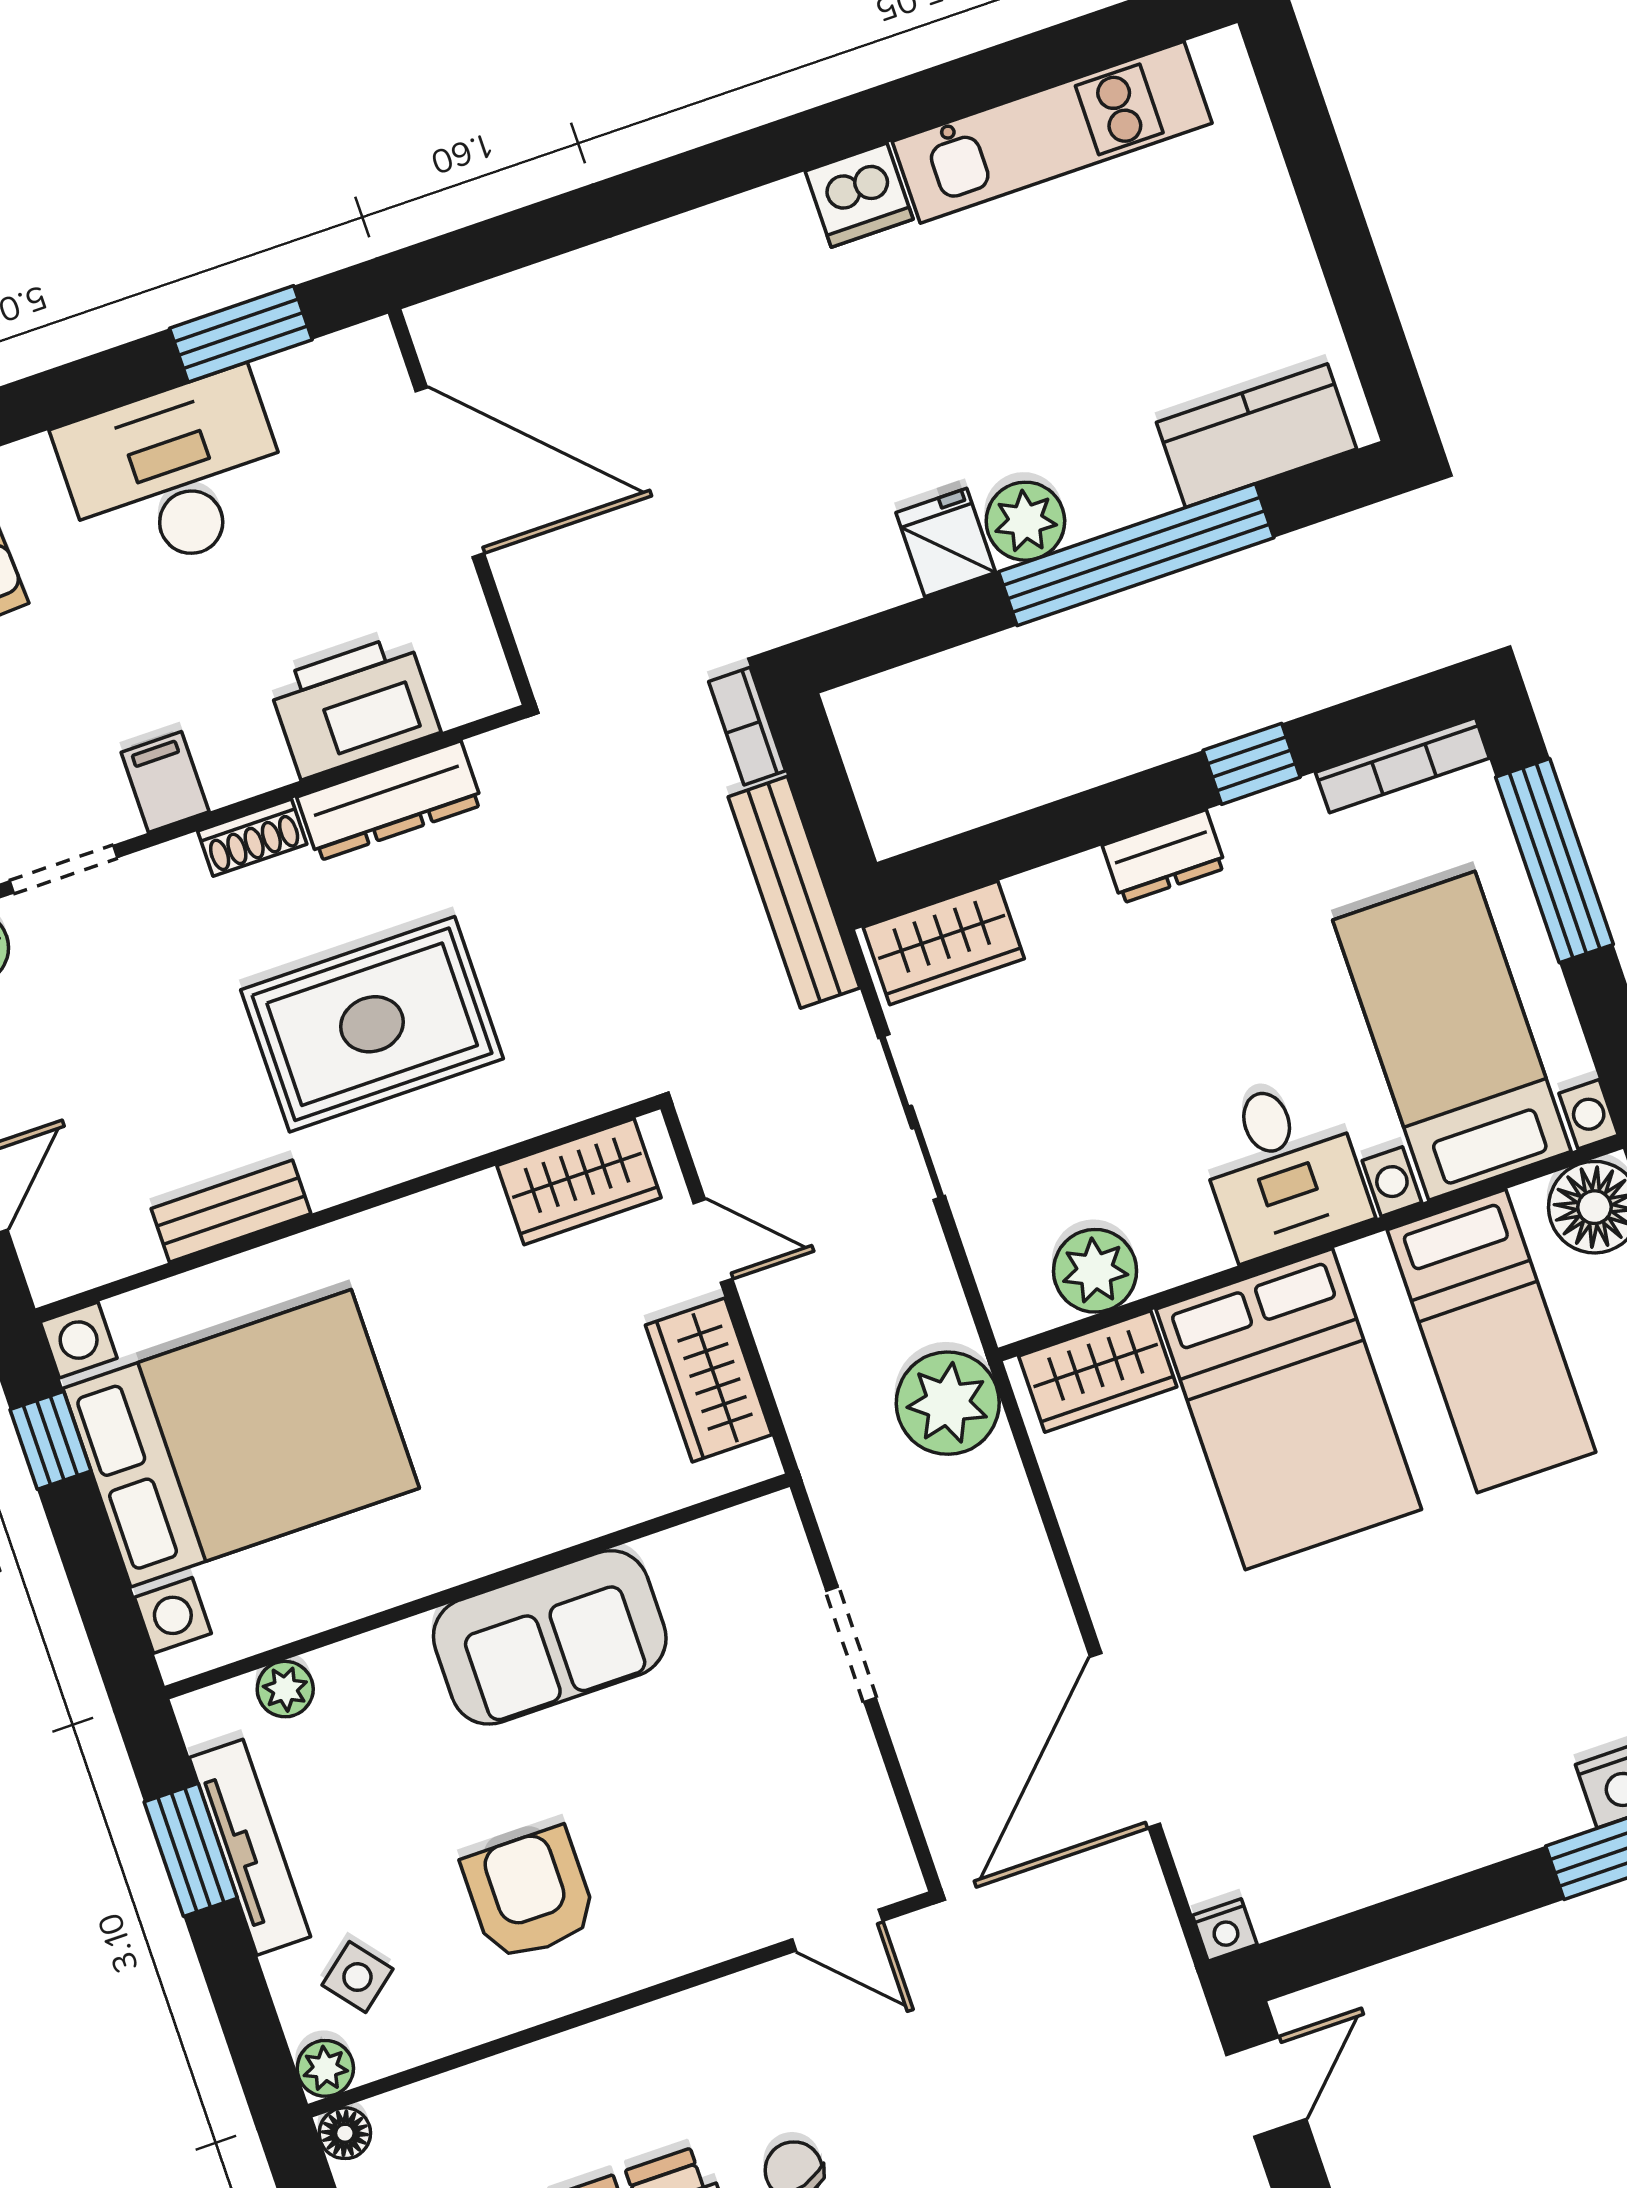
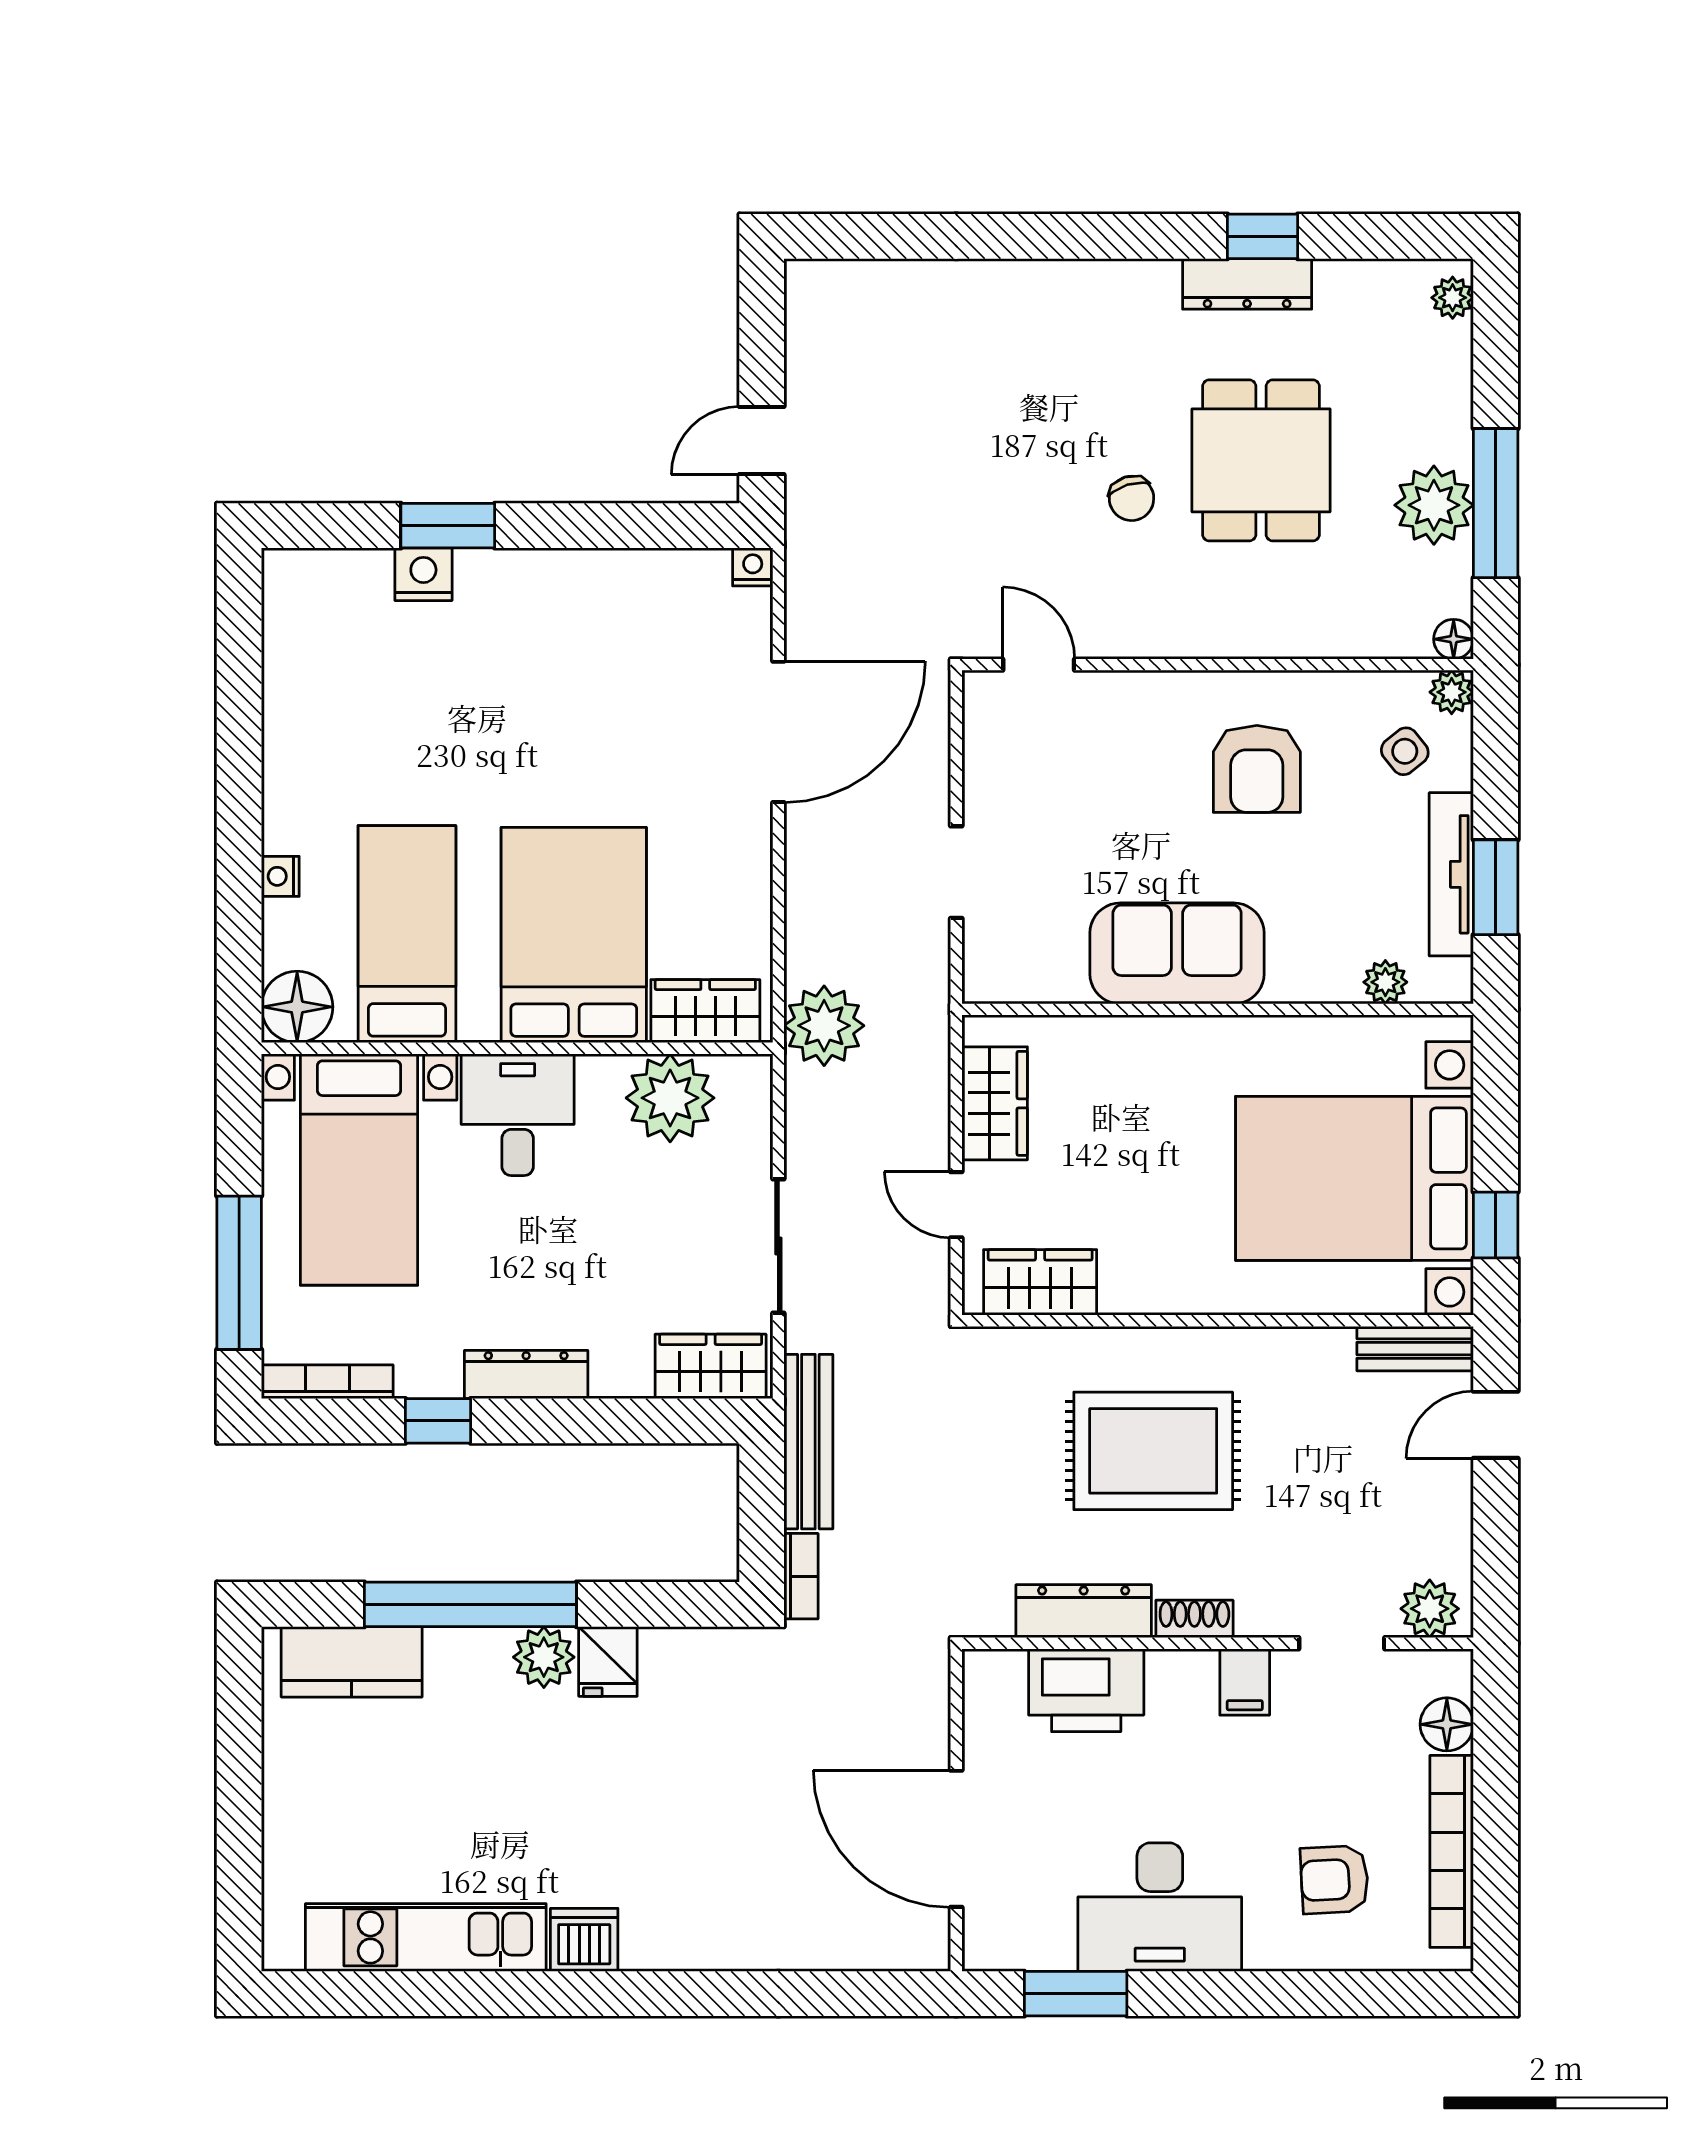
dresser: (1164, 857) -> (526, 1374), width x1.44
bench: (231, 1211) -> (1415, 1349), moved
plant: (1095, 1271) -> (670, 1098), width x1.36, depth x1.36

